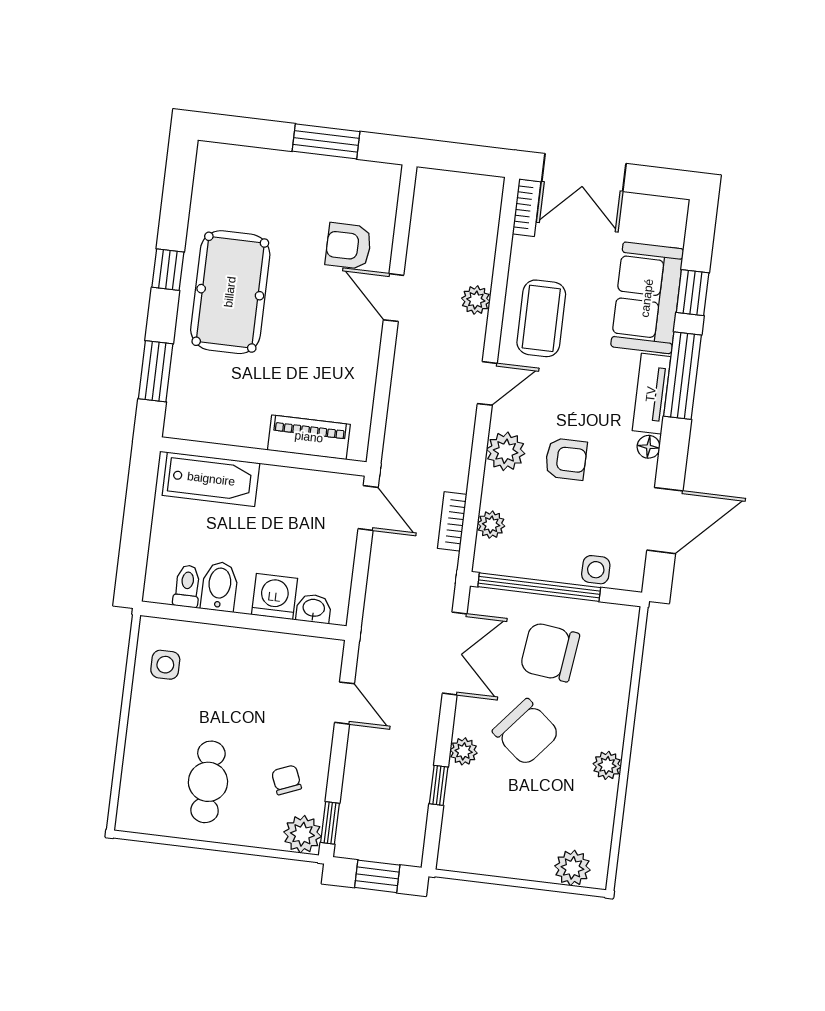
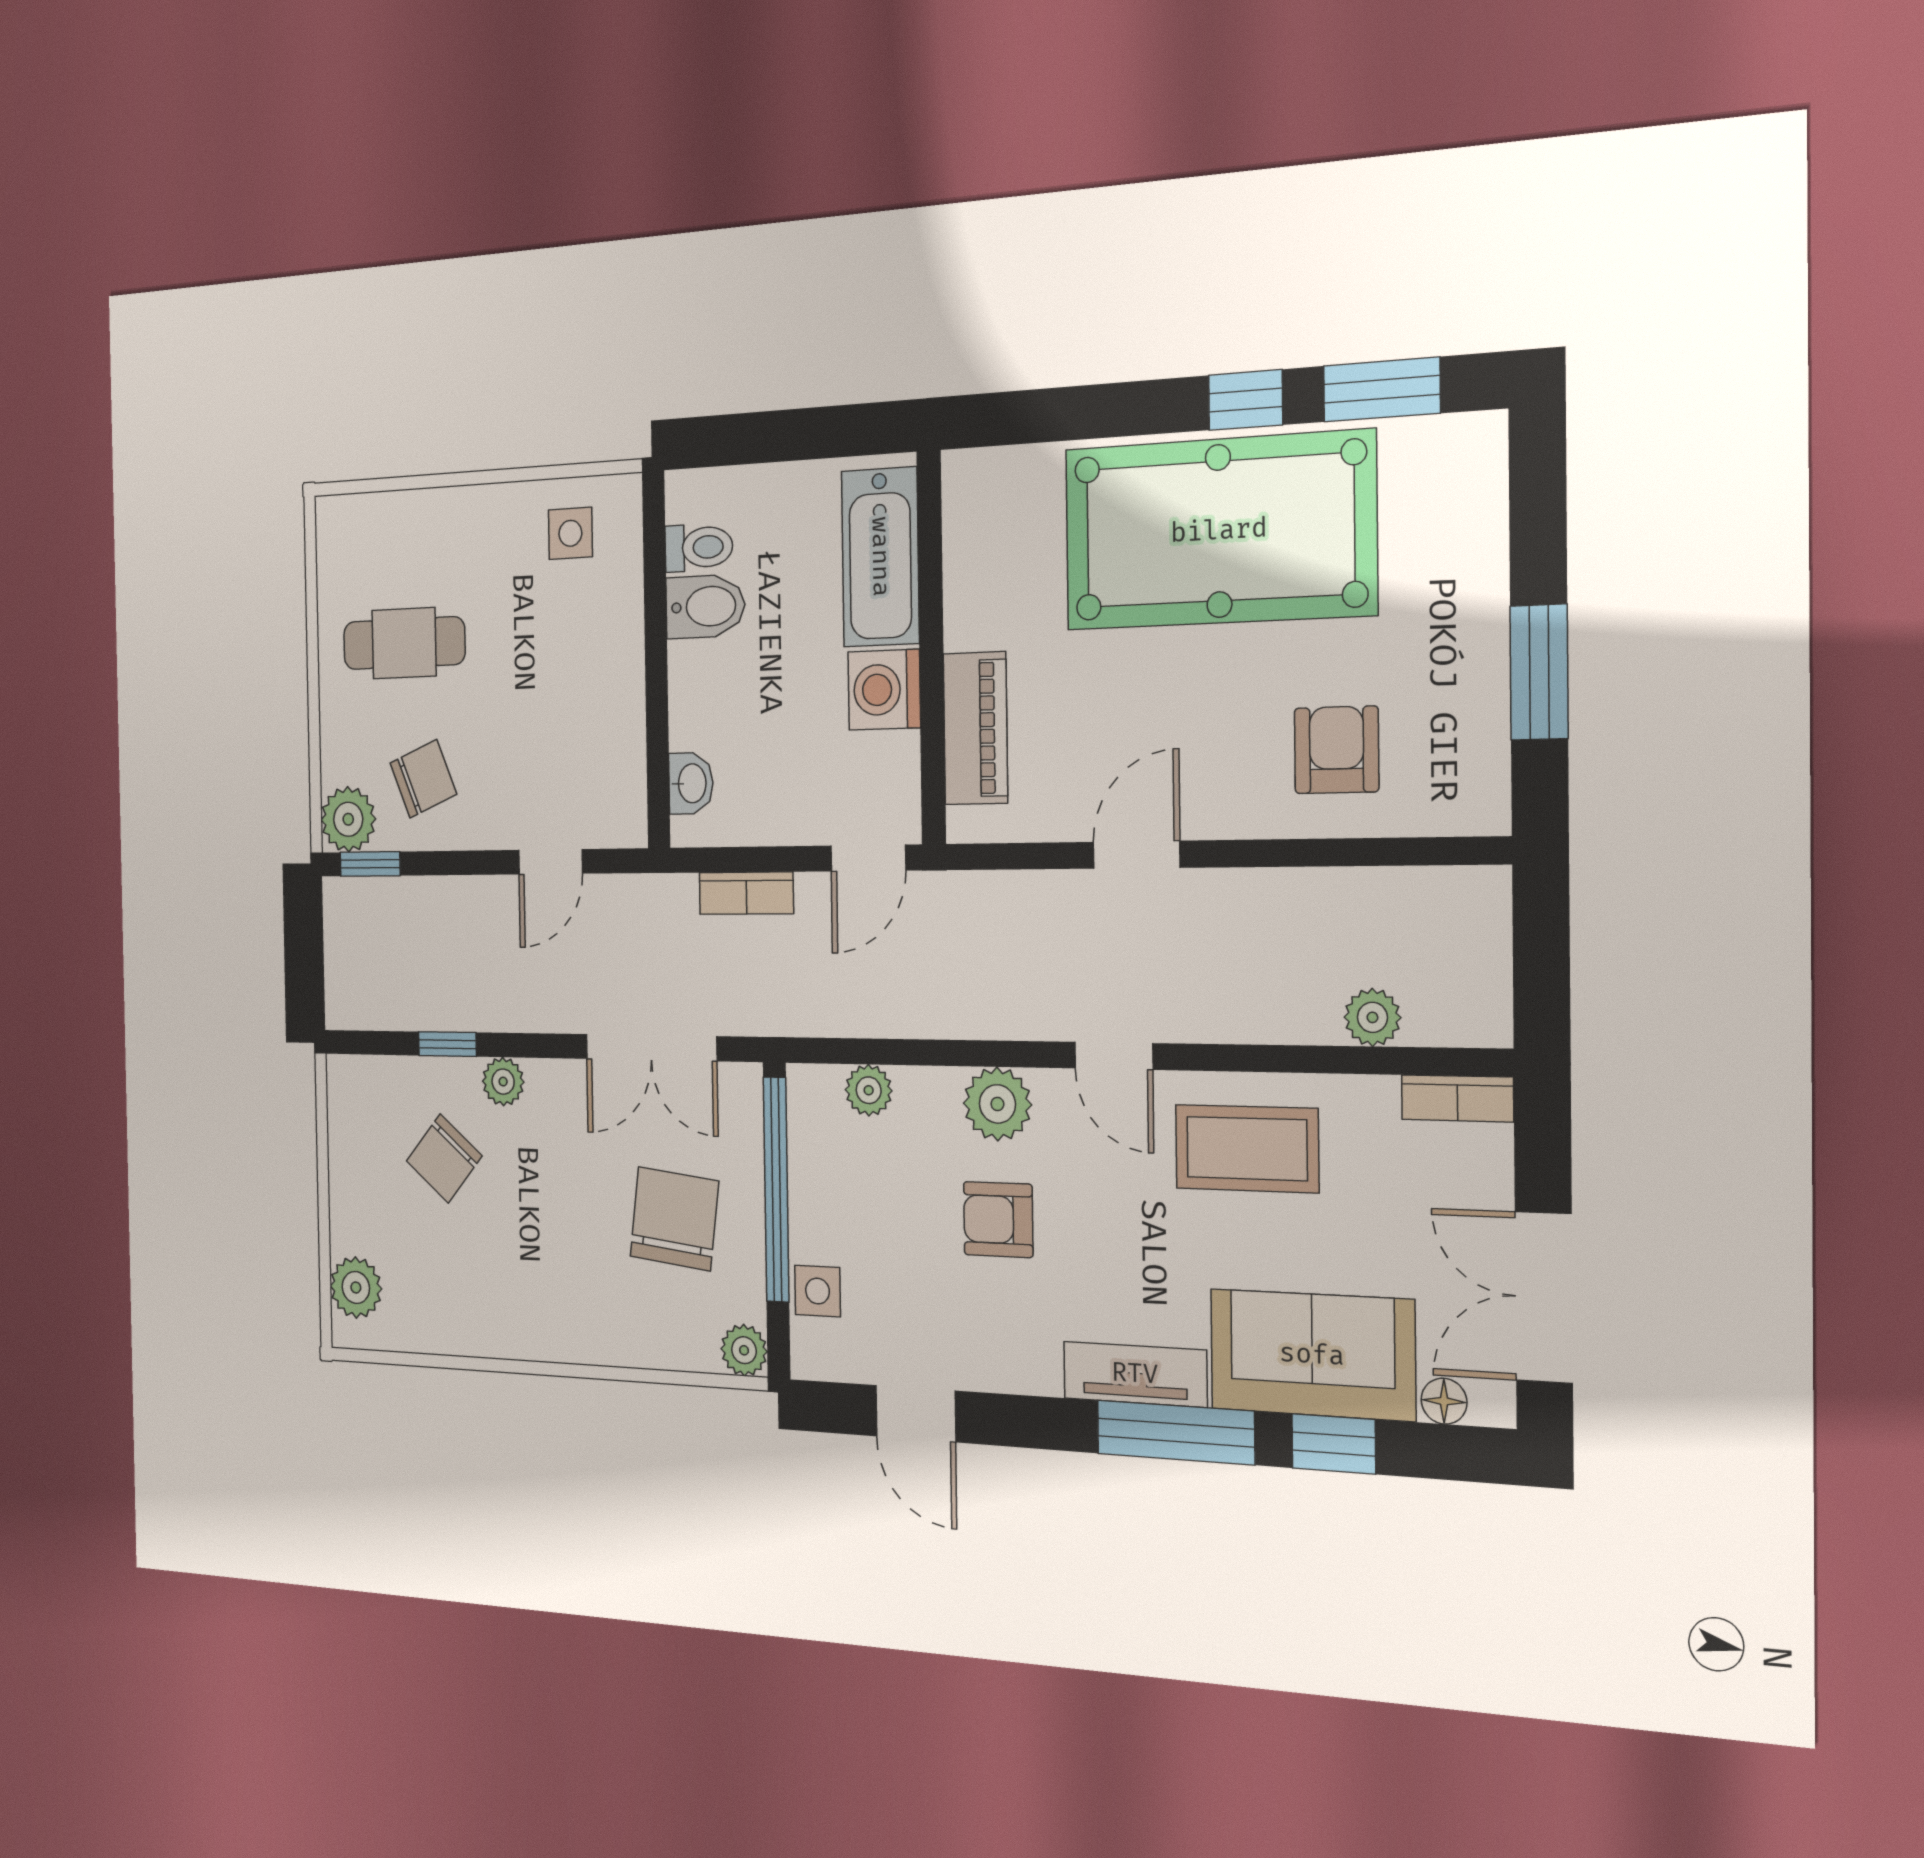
double door: (584, 173) -> (1544, 1297), moved
pool table: (230, 292) -> (1219, 531), width x1.36, depth x1.32
door: (394, 298) -> (1137, 855), moved
plant: (476, 300) -> (1372, 1017), moved
window: (156, 371) -> (1382, 389), moved
floor lamp: (649, 447) -> (1444, 1401), moved
armchair: (566, 459) -> (998, 1220), turned 90
bookcase: (452, 521) -> (746, 893), moved, turned 180
door: (665, 521) -> (916, 1414), width x0.73
washing machine: (274, 597) -> (884, 690), moved, turned 180
chair: (526, 732) -> (444, 1158), moved, width x0.73, depth x0.73
plant: (607, 765) -> (744, 1350), moved
chair: (286, 780) -> (423, 779), width x1.37, depth x1.37
window: (377, 876) -> (304, 956), removed

